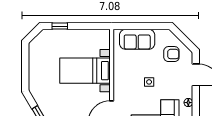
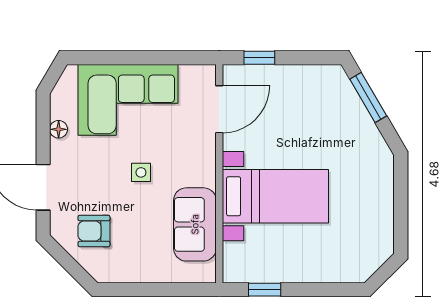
window: (60, 26) -> (265, 290), moved
sofa: (137, 39) -> (195, 224), moved, turned -90

